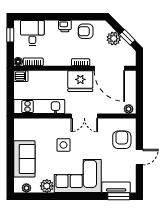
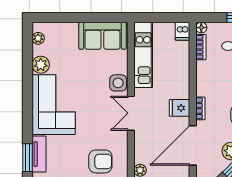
fridge: (80, 81) -> (179, 108), width x0.53, depth x0.75
side table: (63, 145) -> (118, 83), moved
sofa: (24, 159) -> (102, 36), moved

